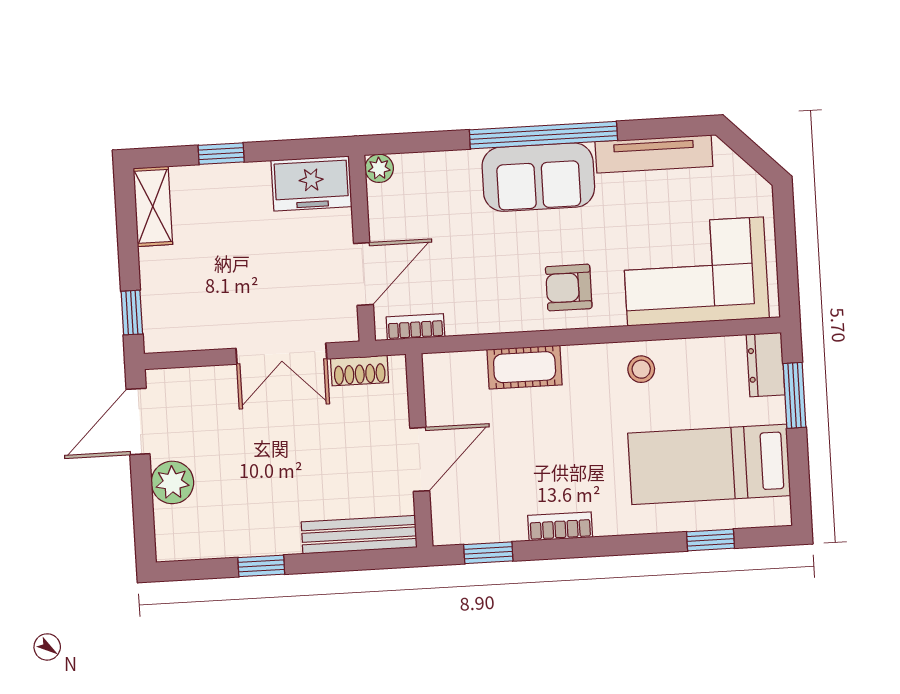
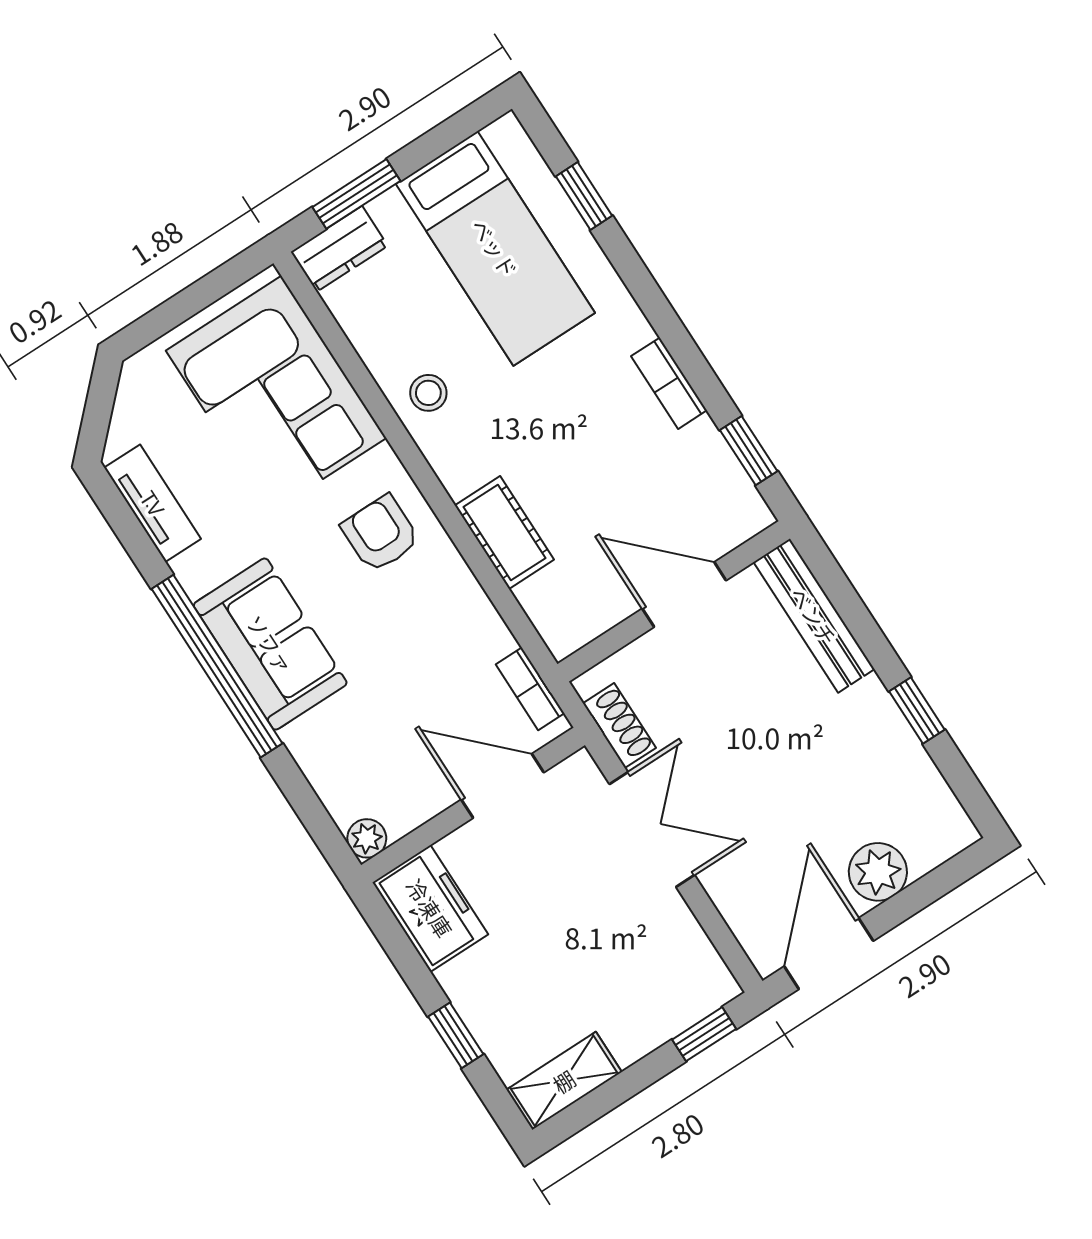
tv unit: (654, 154) -> (153, 503), width x0.71
armchair: (569, 288) -> (380, 534), turned 180
door: (138, 421) -> (829, 954), swing flipped

